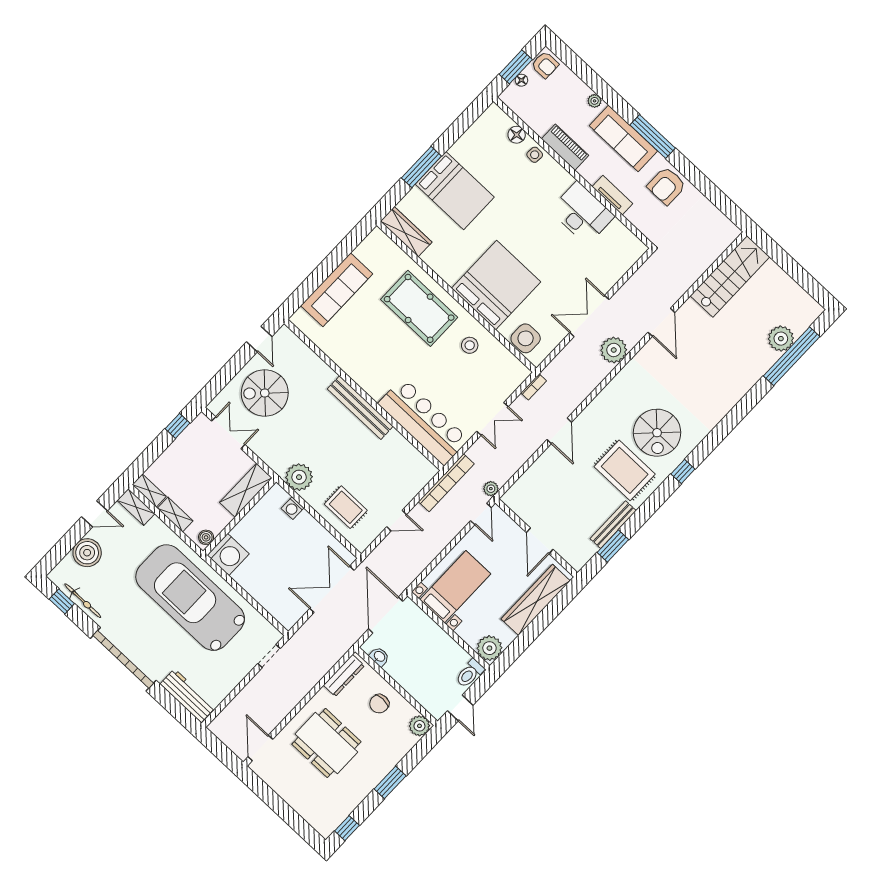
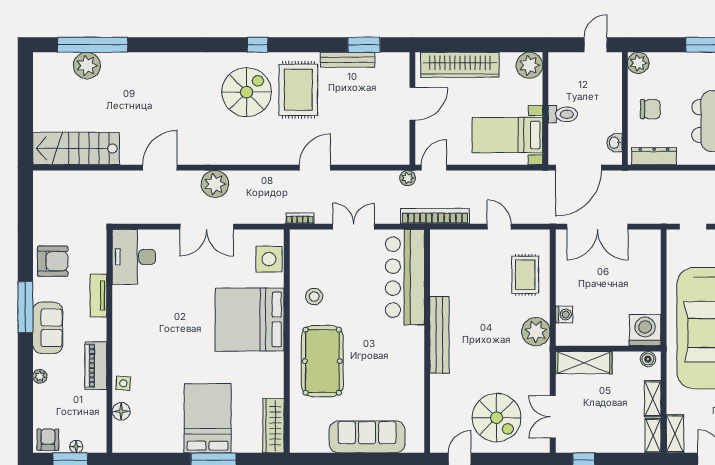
sofa: (623, 138) -> (48, 328), width x0.73
desk: (582, 213) -> (134, 257), moved
toilet: (470, 673) -> (563, 114), moved

